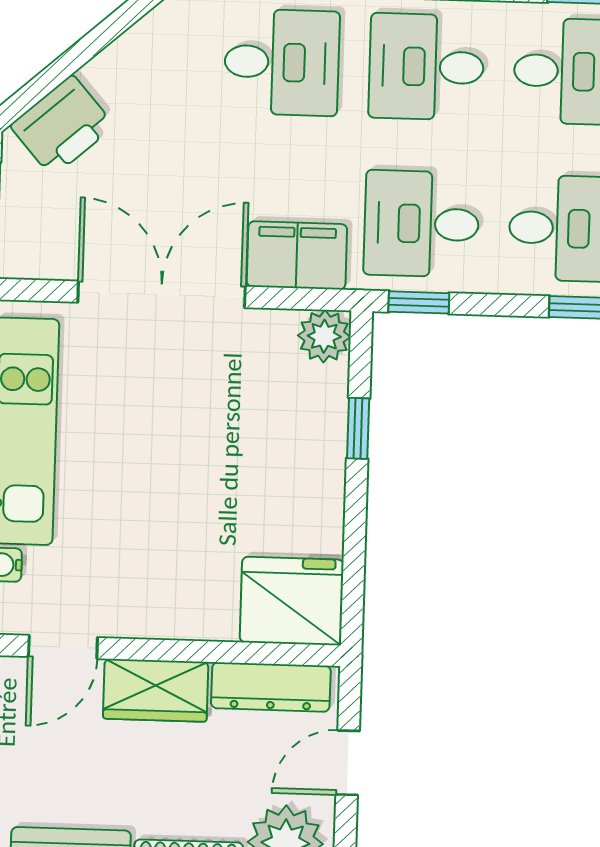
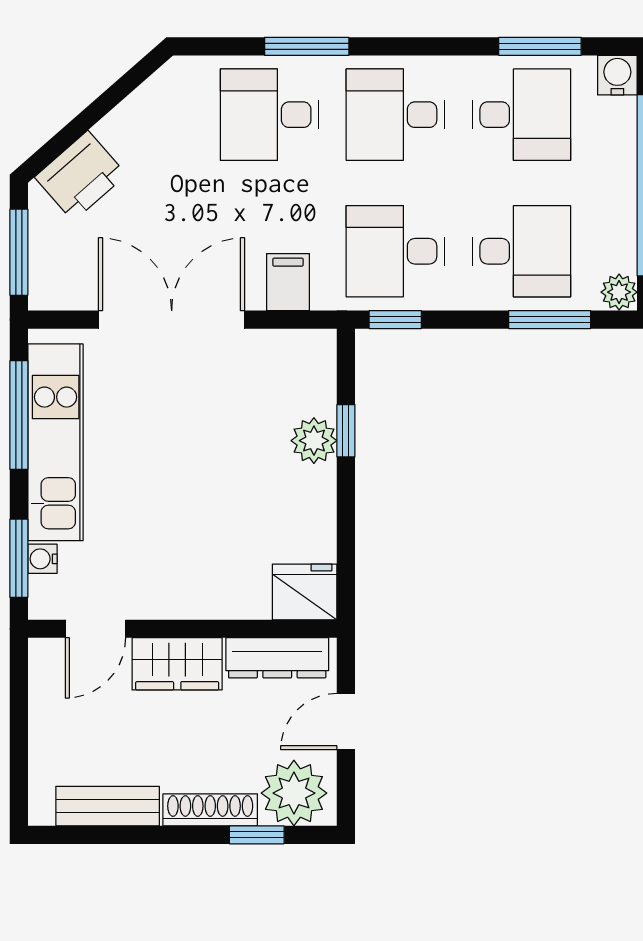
desk: (282, 62) -> (270, 115), turned 180
filing cabinet: (297, 255) -> (288, 282), width x0.50
plant: (324, 336) -> (314, 441), moved
fridge: (292, 601) -> (305, 592), width x0.73, depth x0.75

